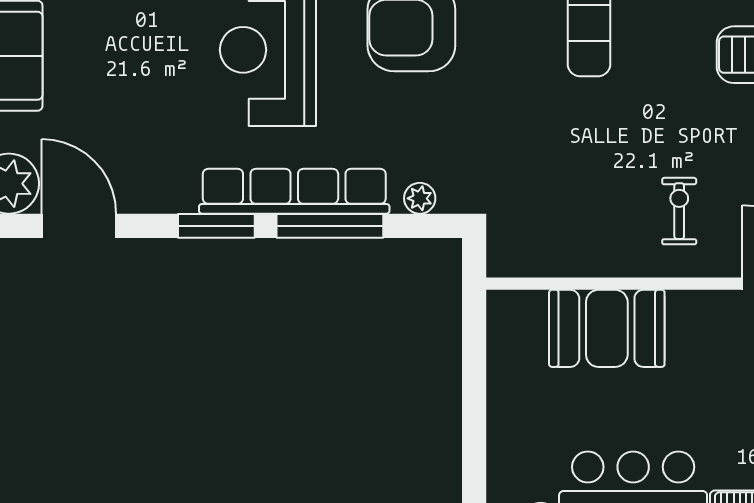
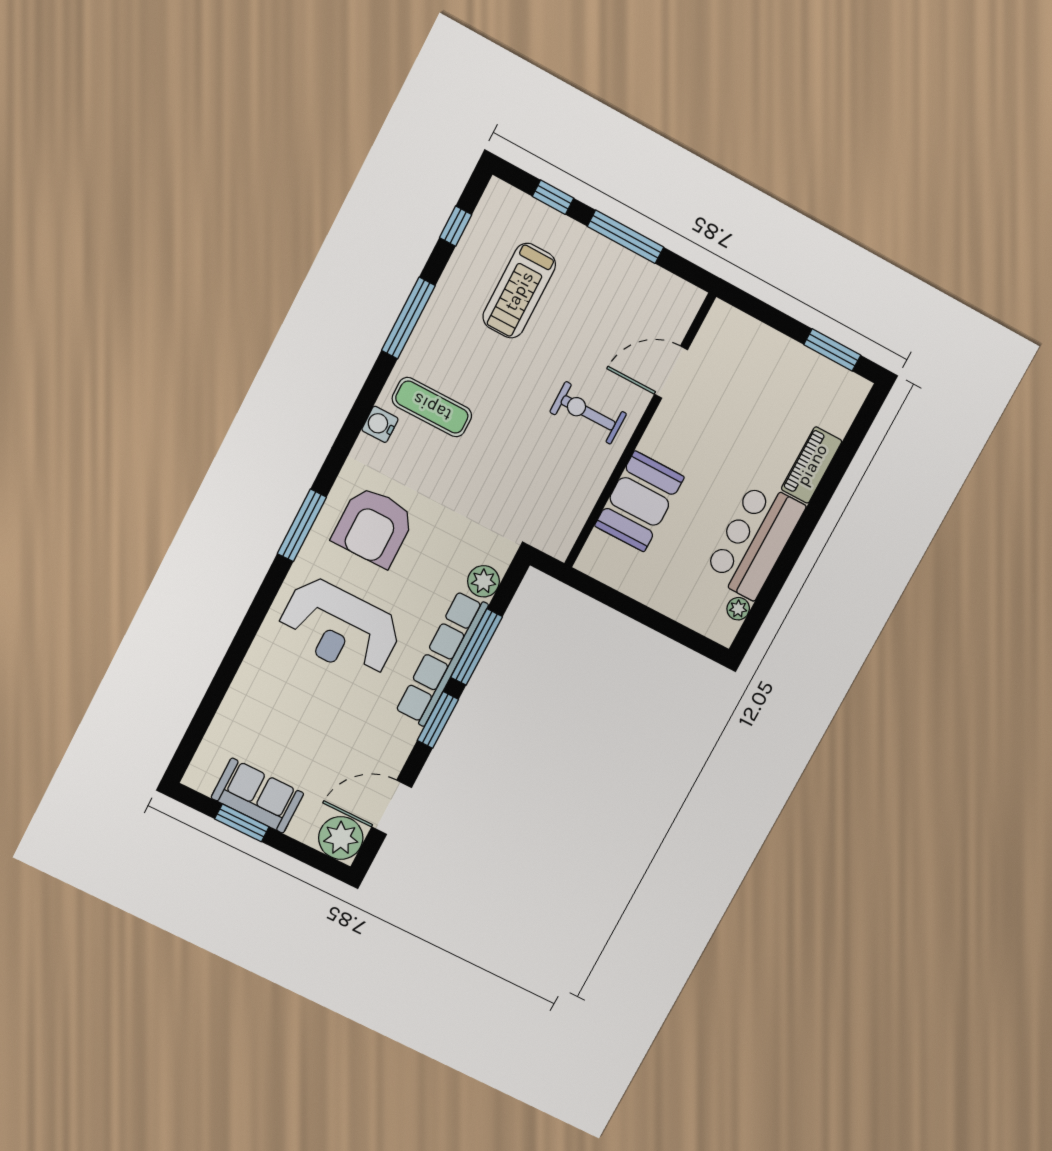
plant: (420, 198) -> (483, 581), width x1.38, depth x1.38
exercise bike: (679, 211) -> (588, 413), width x1.38, depth x1.39

